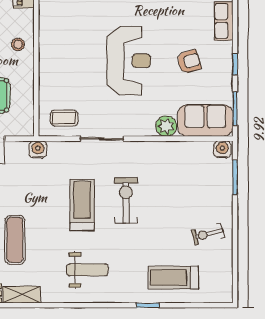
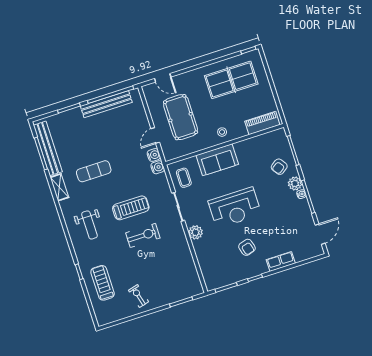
sofa: (205, 121) -> (217, 160), moved, turned 90
plant: (166, 126) -> (196, 232), moved
water cooler: (222, 149) -> (154, 155), moved

